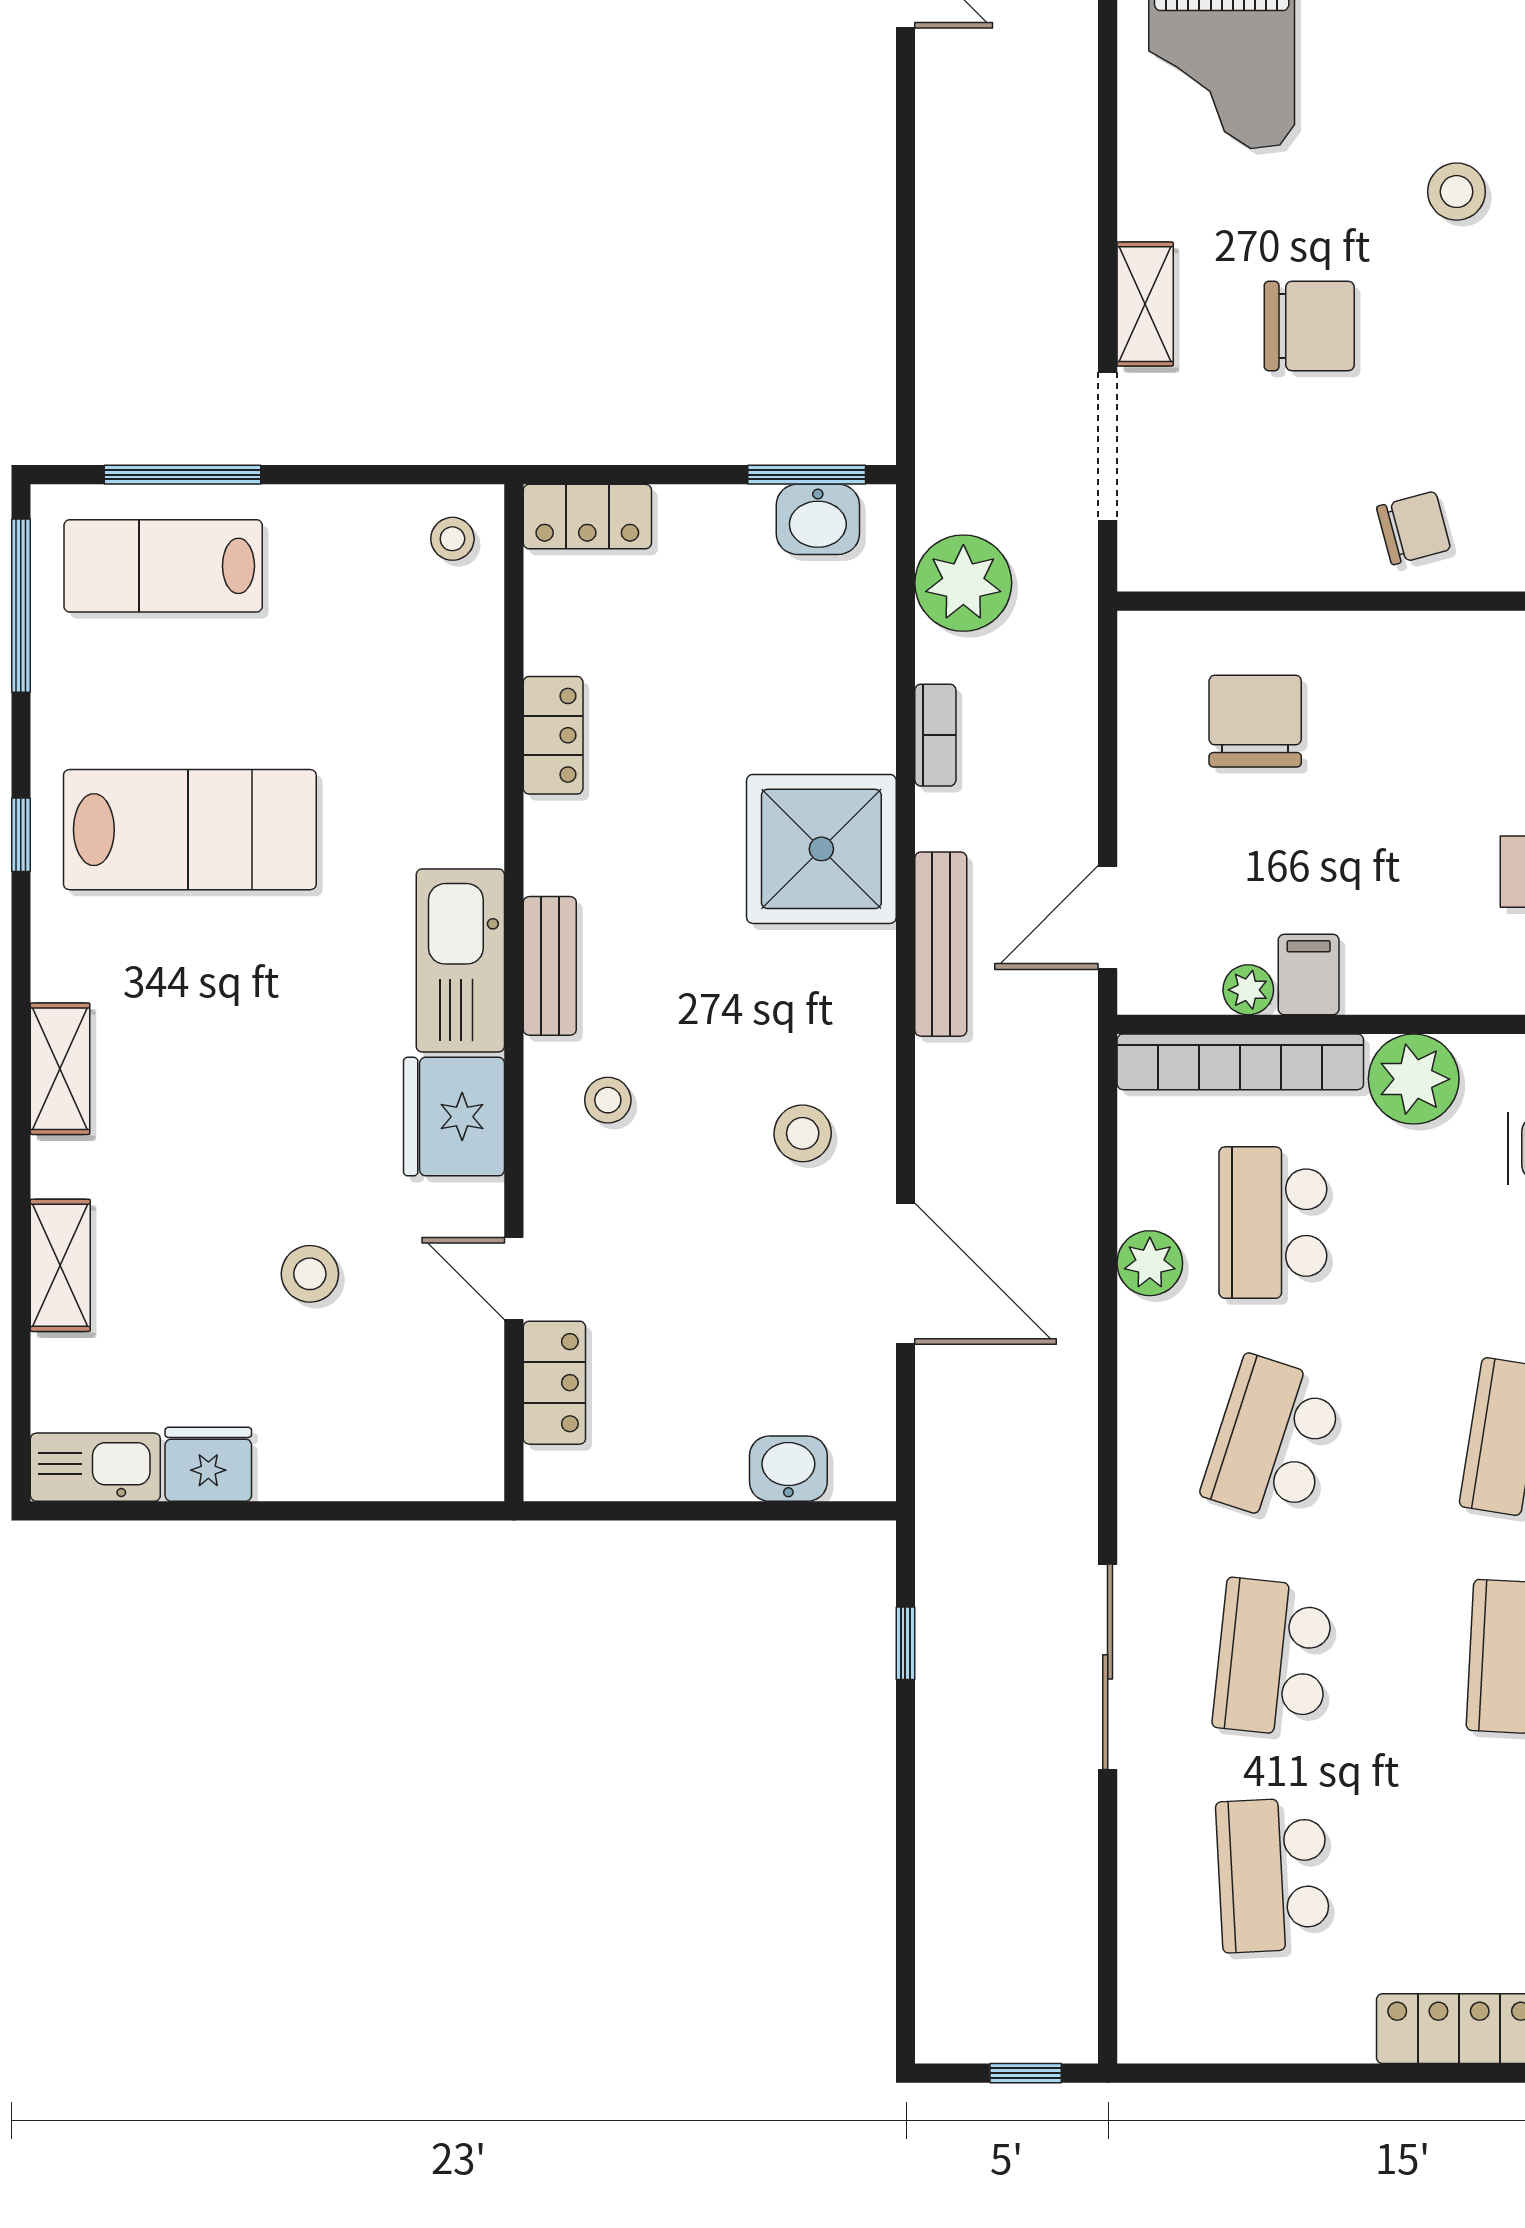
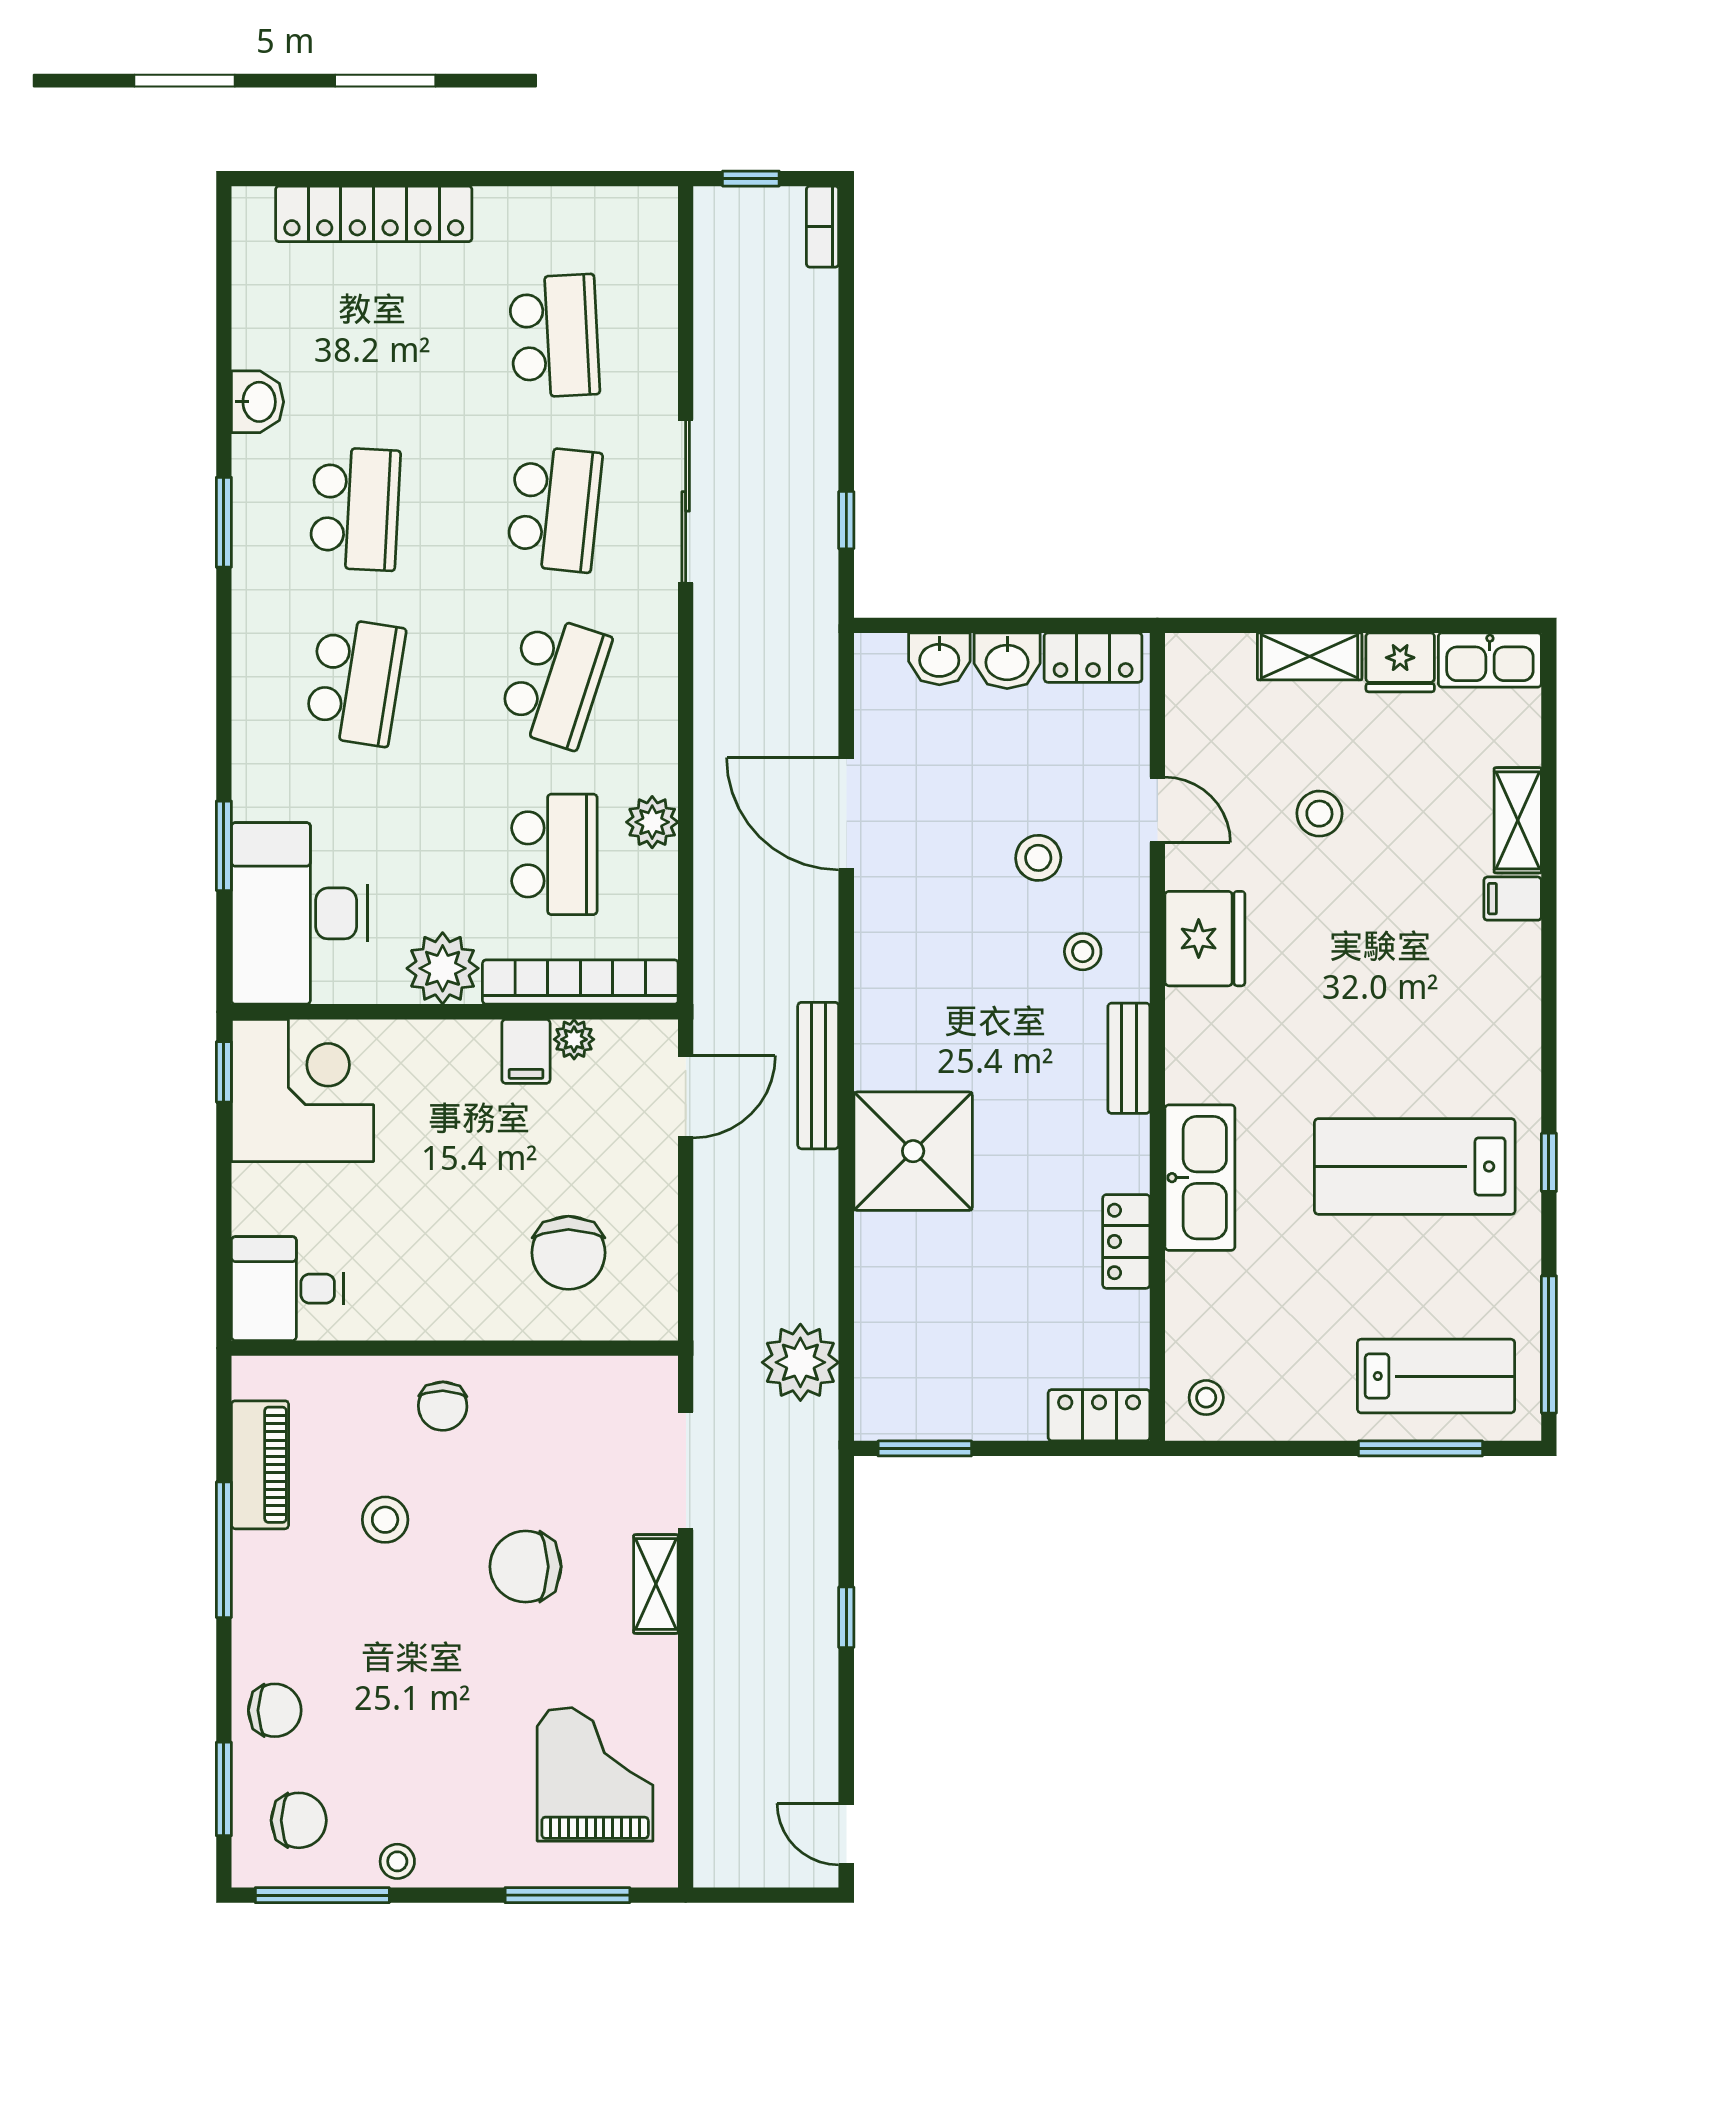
stool: (1457, 192) -> (385, 1520), moved
window: (905, 262) -> (846, 1617), added
washbasin: (818, 519) -> (1007, 661), moved, turned 180
chair: (1414, 528) -> (443, 1406), turned -74
bookcase: (935, 735) -> (823, 227), moved
kitchen sink: (460, 960) -> (1200, 1178), moved
shelving: (60, 1069) -> (1310, 656), moved, turned 90
stool: (803, 1133) -> (1038, 858), moved
filing cabinet: (67, 1167) -> (1513, 899), added
locker: (554, 1383) -> (1093, 658), moved, turned -90

